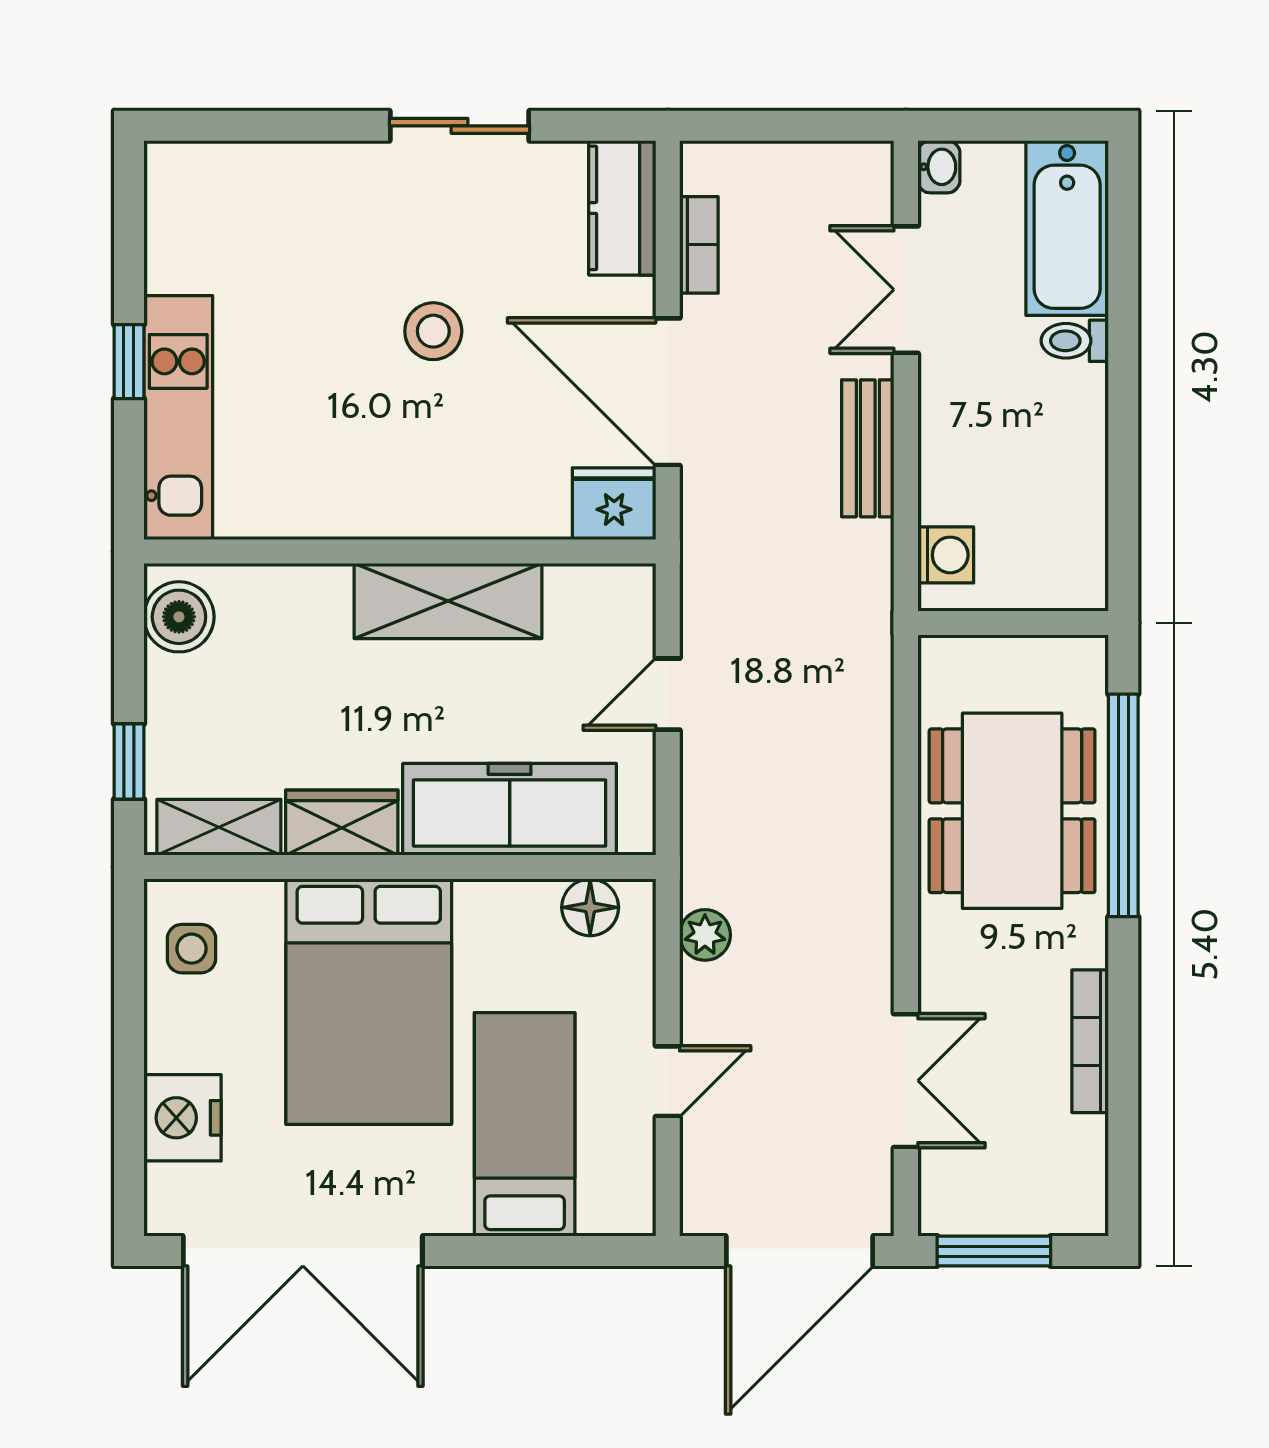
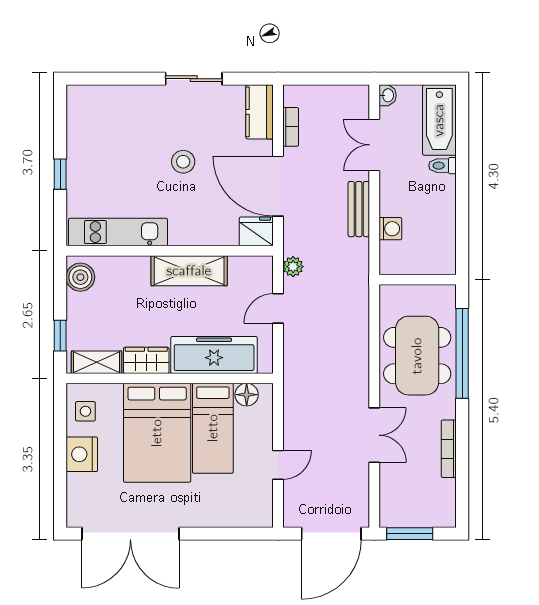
kitchen unit: (178, 418) -> (118, 232), moved, turned -90
washing machine: (946, 555) -> (390, 229), moved
plant: (705, 935) -> (293, 267), moved
double door: (906, 1081) -> (374, 435), moved
nightstand: (182, 1118) -> (82, 454), moved
bed: (525, 1124) -> (213, 428), moved, turned 180

